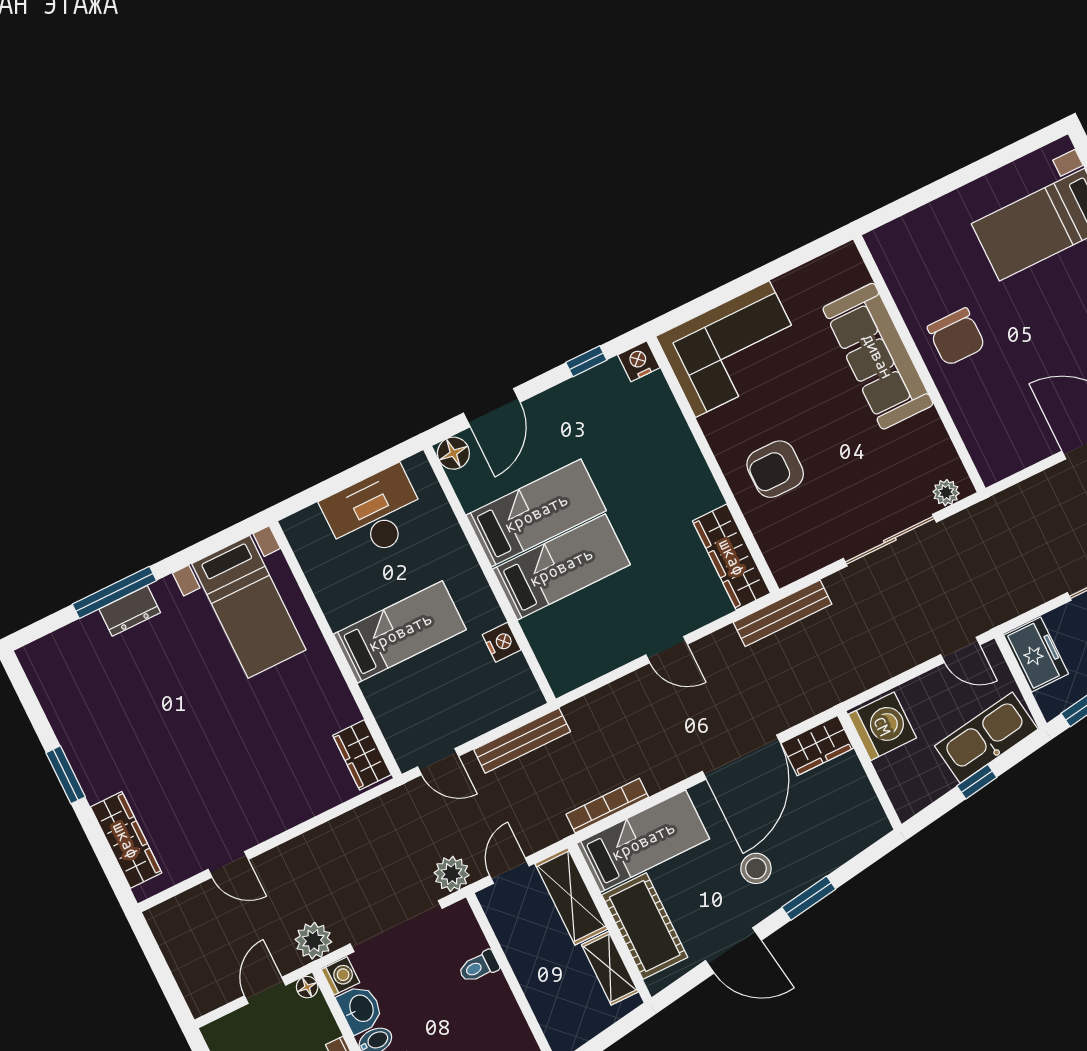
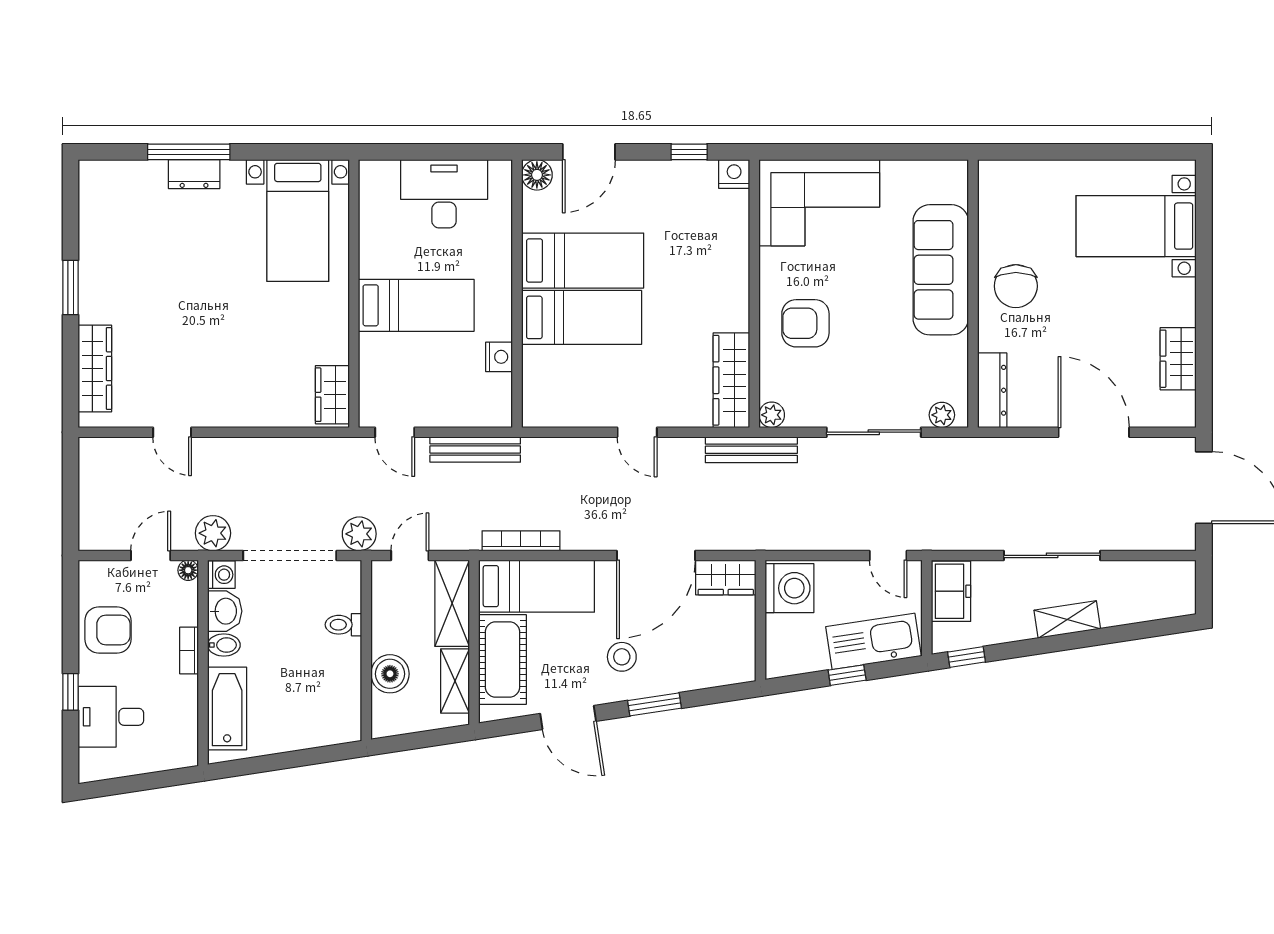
dresser: (982, 446) -> (992, 390), added
plant: (786, 571) -> (772, 415), added
boiler: (545, 992) -> (390, 674), added

